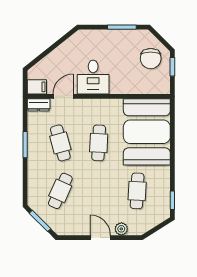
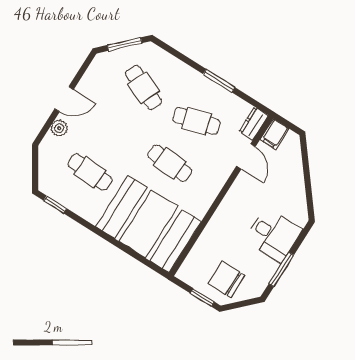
desk: (93, 77) -> (273, 235), moved, turned 180

